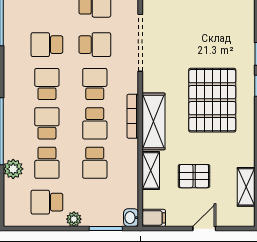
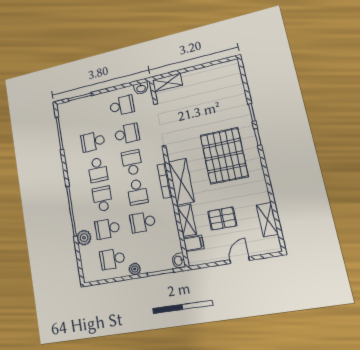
school desk: (47, 84) -> (98, 170), turned 180
school desk: (47, 163) -> (107, 229), turned 90
school desk: (95, 163) -> (143, 222), turned 90
filing cabinet: (154, 218) -> (194, 243), moved

